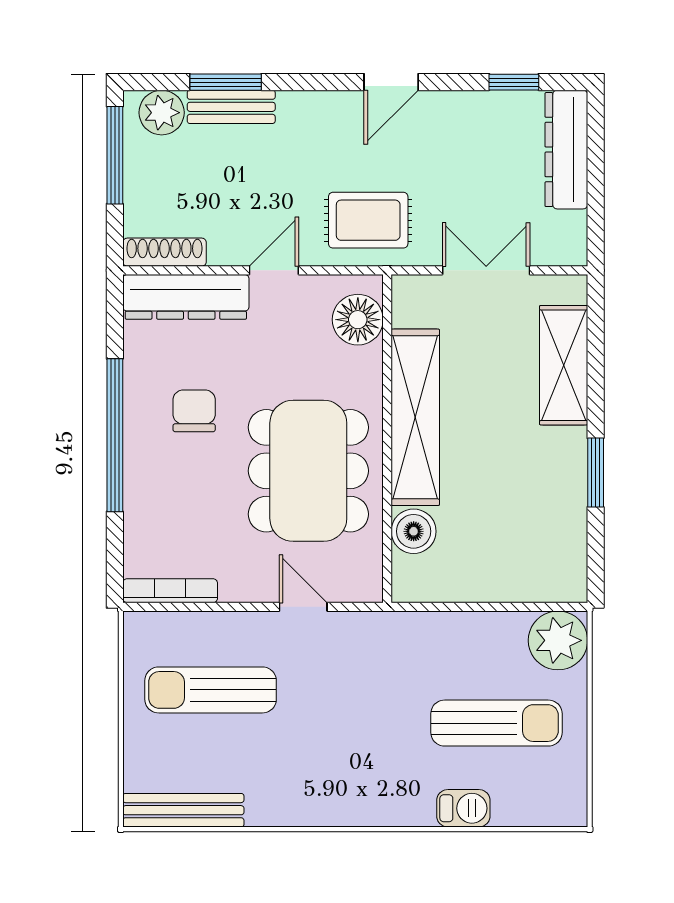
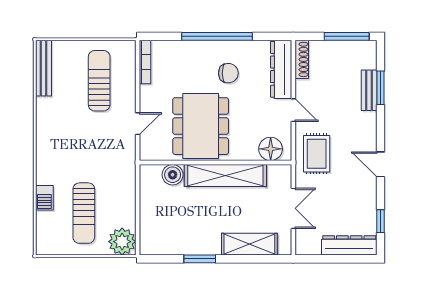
plant: (162, 113) -> (366, 58), removed
dining table: (308, 471) -> (201, 126), turned 90

